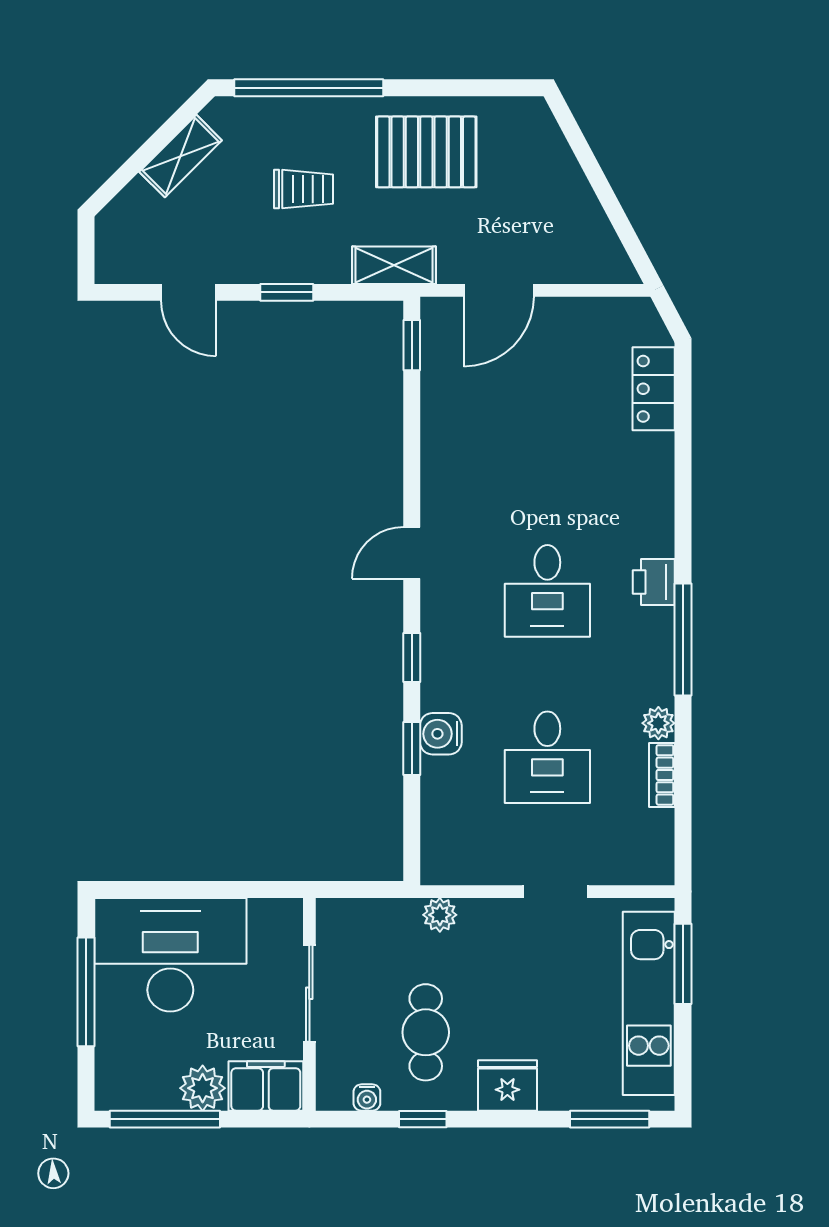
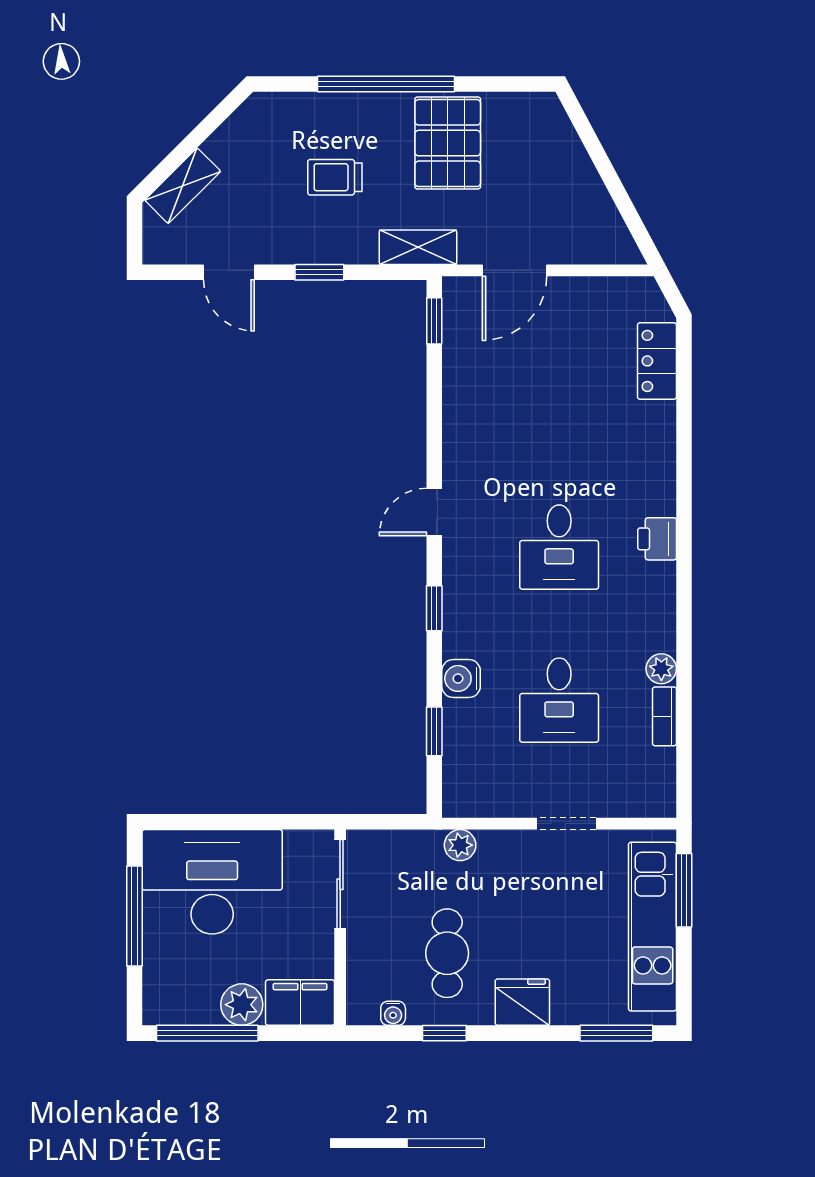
window: (309, 88) -> (386, 84), moved
pallet: (426, 152) -> (448, 143), turned 90
shelving: (181, 156) -> (183, 186), moved
trolley: (304, 189) -> (335, 177), turned 180
window: (683, 640) -> (684, 592), removed
window: (412, 748) -> (434, 731), moved
sliding door: (309, 993) -> (340, 884), moved

